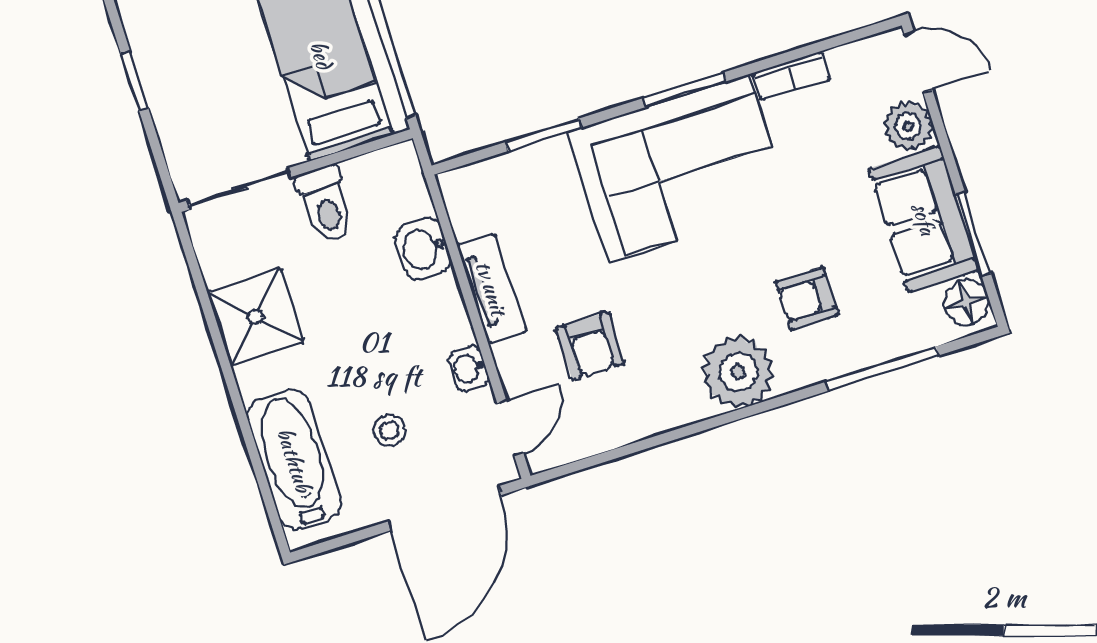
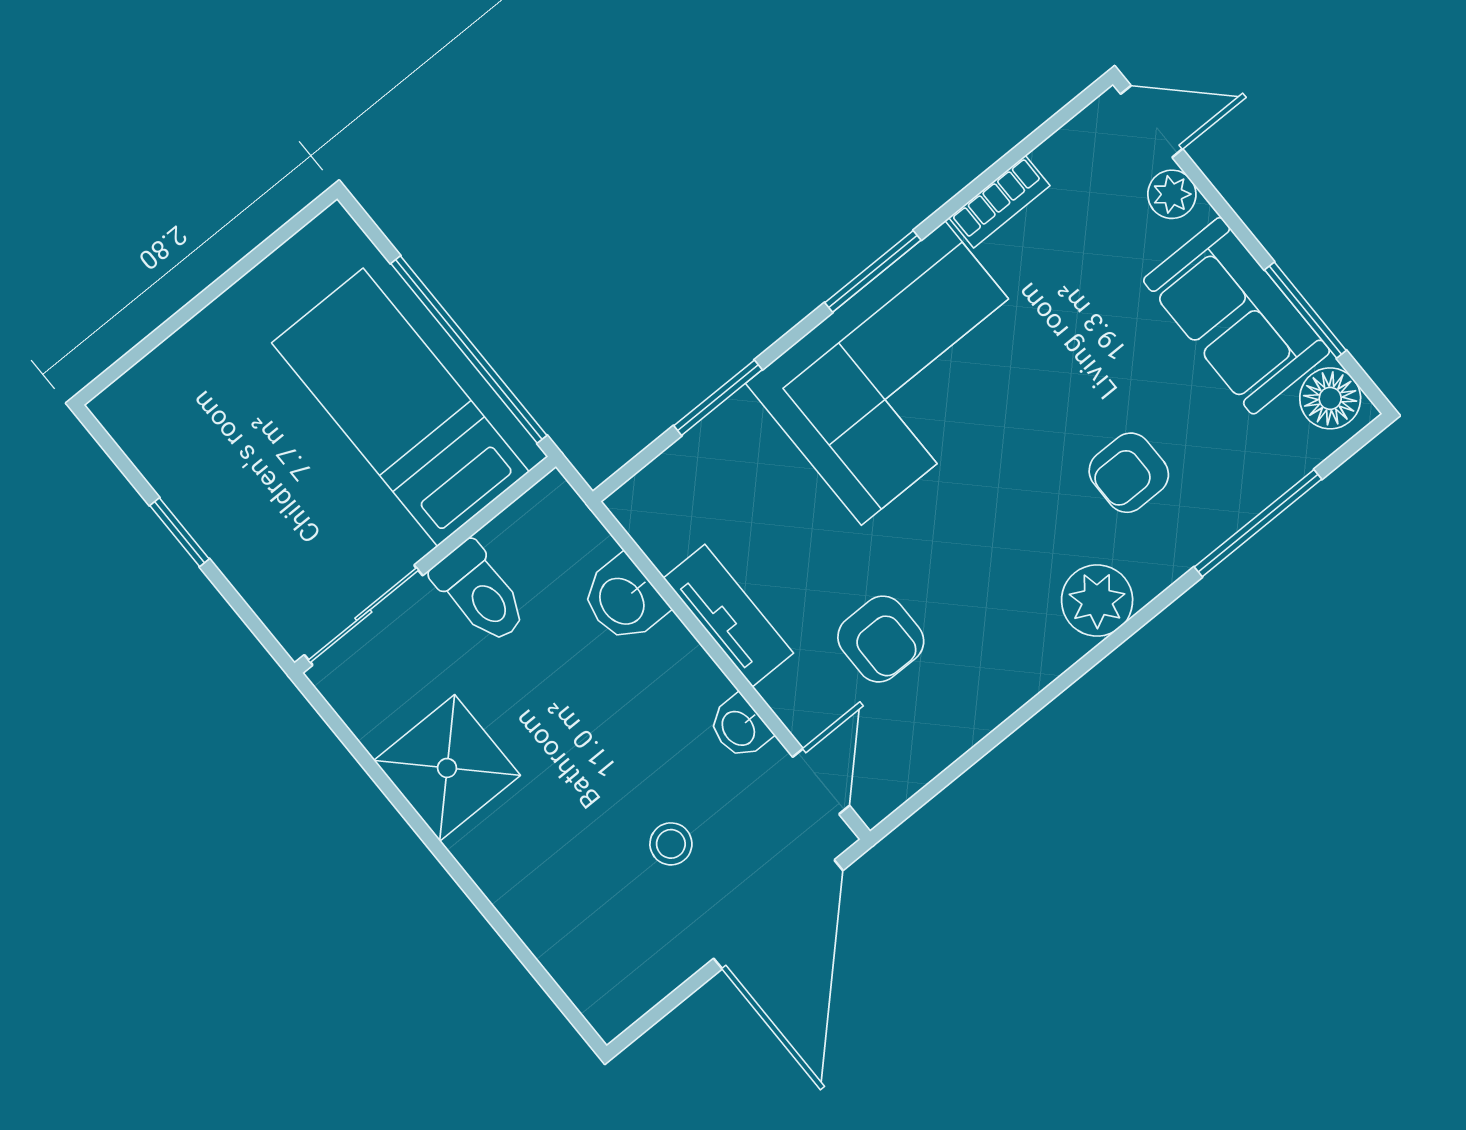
plant: (908, 126) -> (1172, 194), width x0.73, depth x0.73
plant: (738, 372) -> (1097, 600), width x0.73, depth x0.73
bathtub: (294, 460) -> (566, 927), removed

